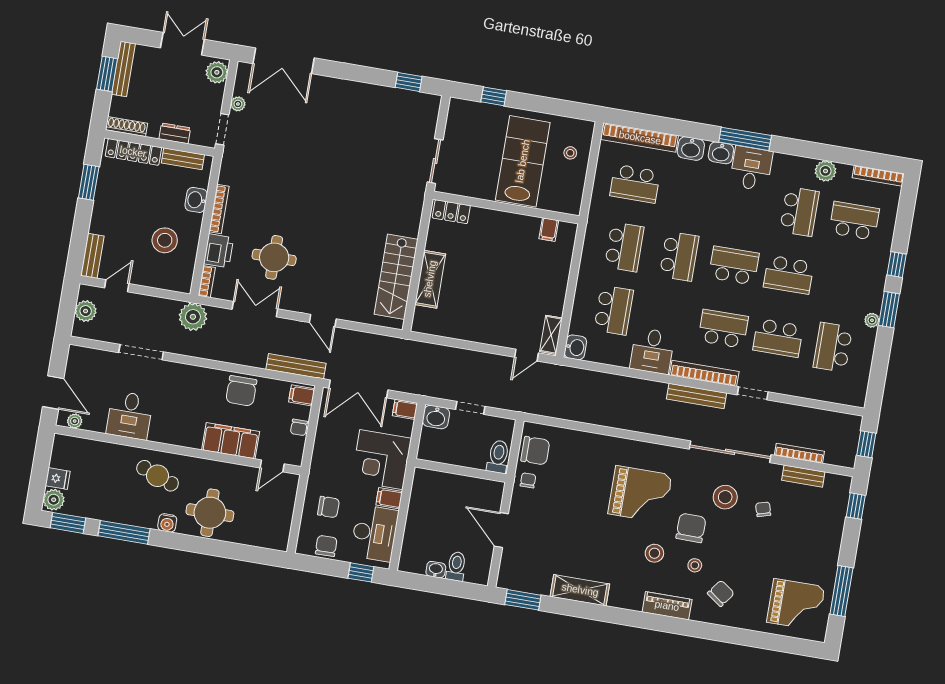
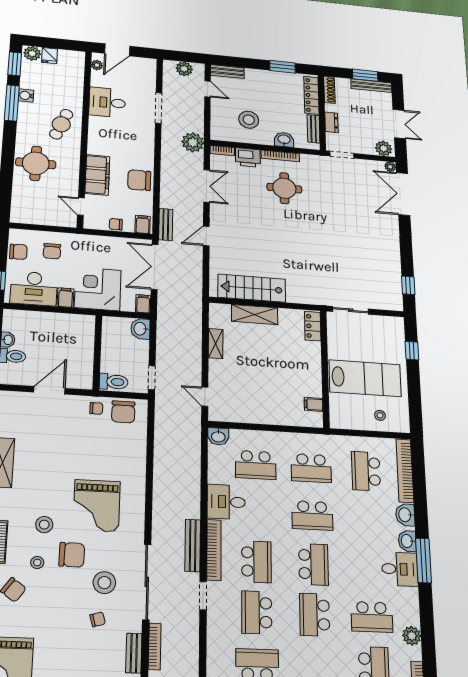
plant: (238, 104) -> (390, 167), moved
round table: (274, 257) -> (284, 188), moved
shelving: (551, 335) -> (216, 344), moved, turned 90
bench: (296, 366) -> (166, 225), width x0.73
doorway: (470, 408) -> (152, 378), moved
water cooler: (167, 523) -> (26, 96), moved

